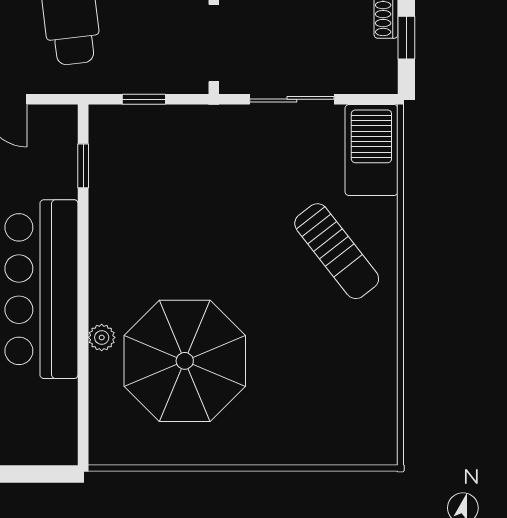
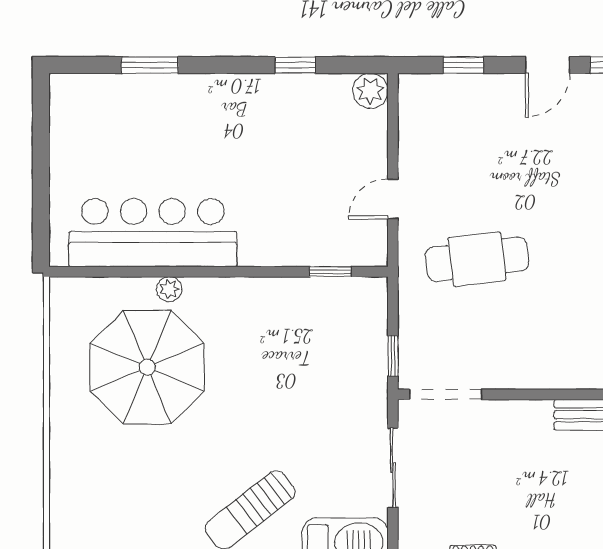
window: (144, 99) -> (393, 356), moved
bar counter: (41, 289) -> (153, 233), moved

